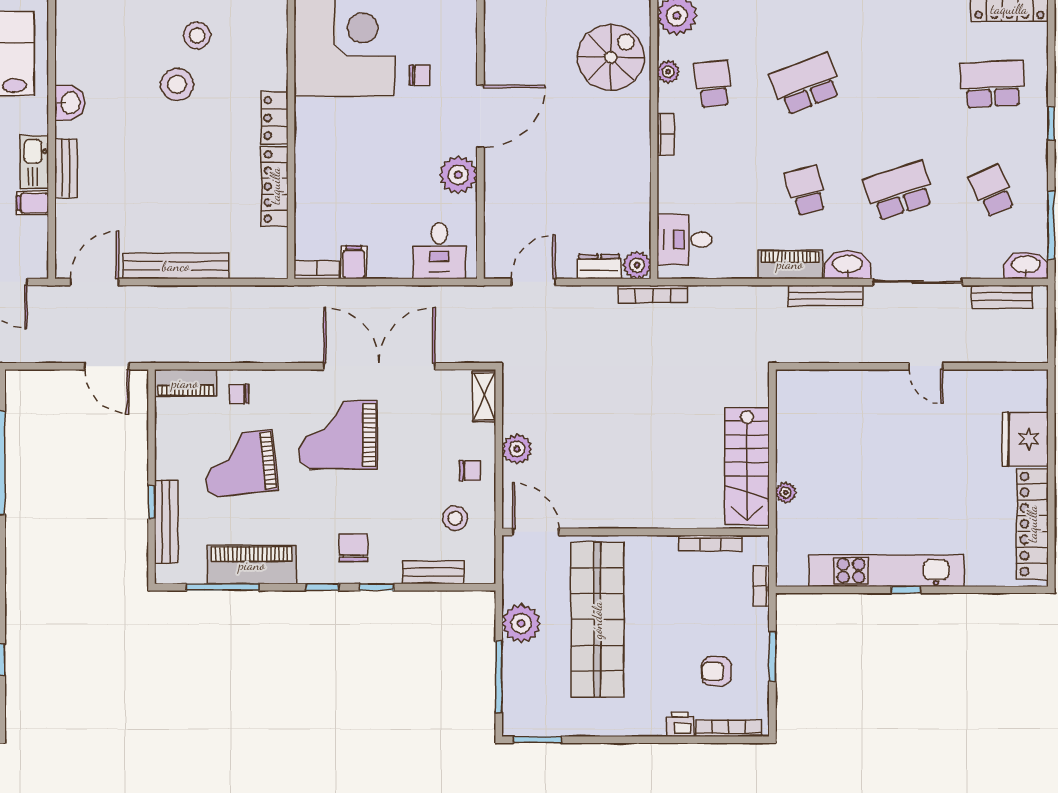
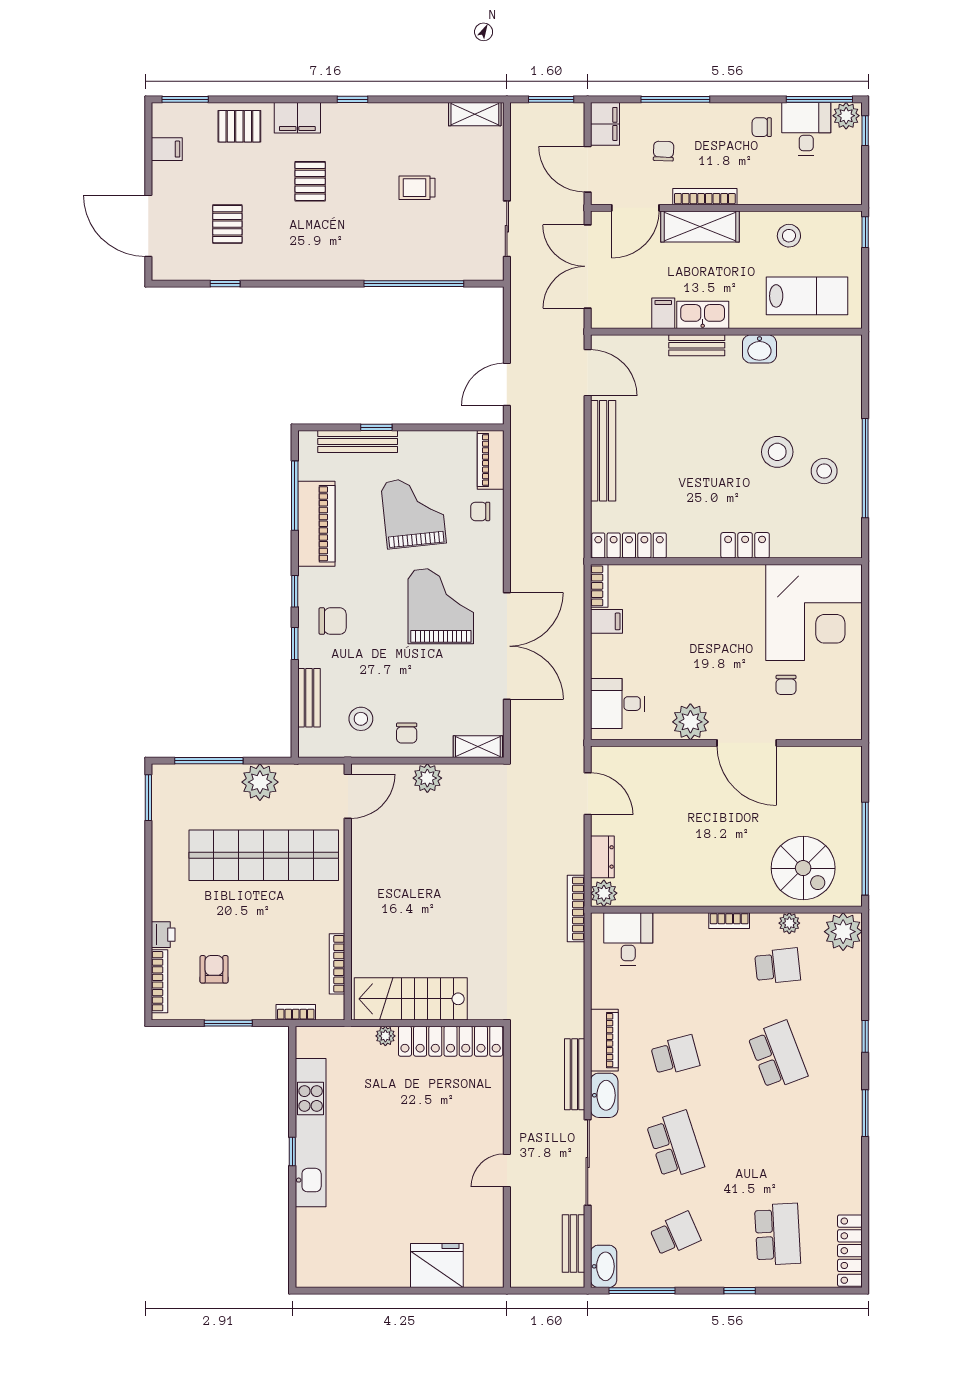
locker: (275, 186) -> (629, 545), moved
chair: (239, 394) -> (480, 511), turned -90
locker: (1032, 524) -> (451, 1041), moved, turned 180

